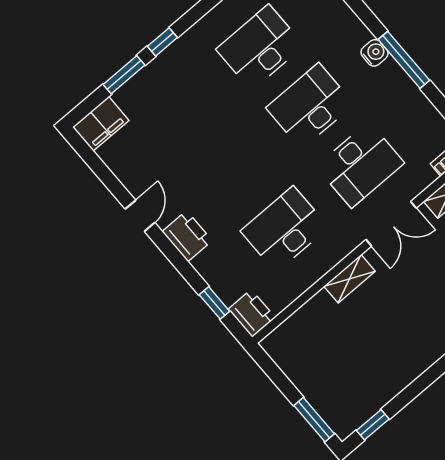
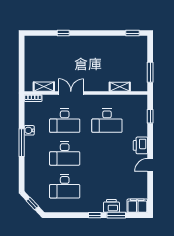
water cooler: (374, 53) -> (29, 130), moved
desk: (360, 165) -> (65, 121), turned 180
shelving: (350, 279) -> (120, 87), moved
printer: (252, 313) -> (111, 206), moved, turned 90
window: (314, 420) -> (150, 72), moved

